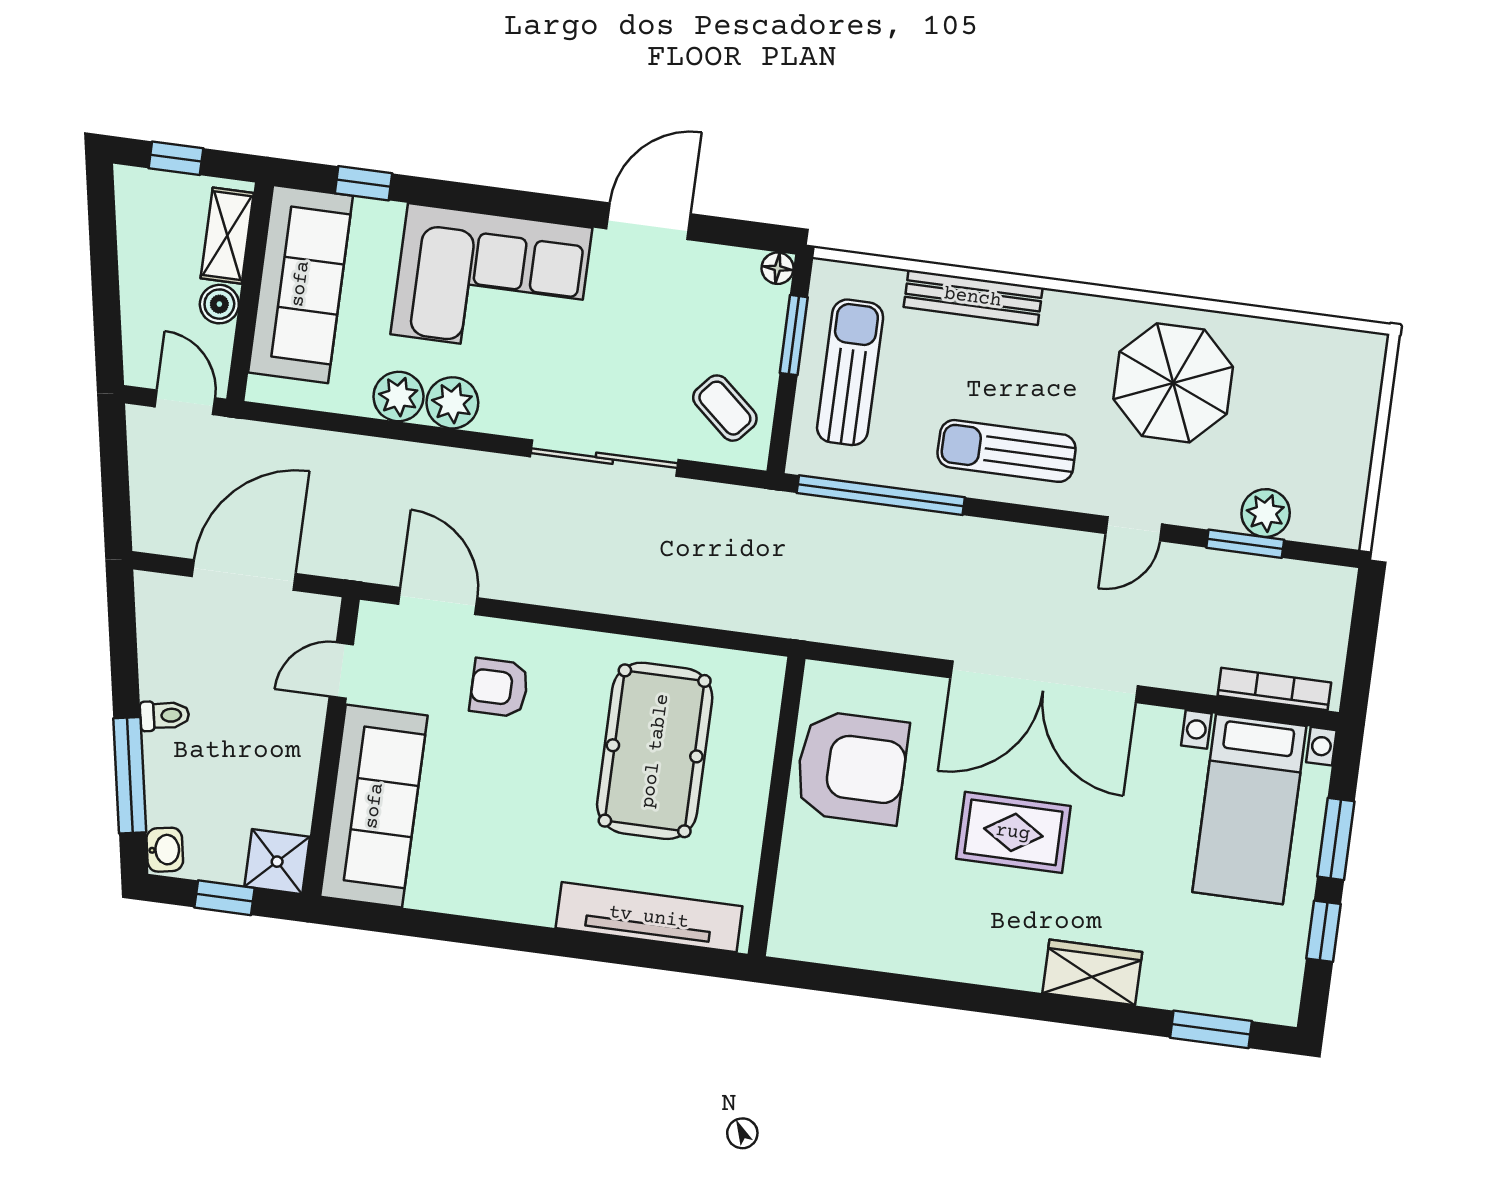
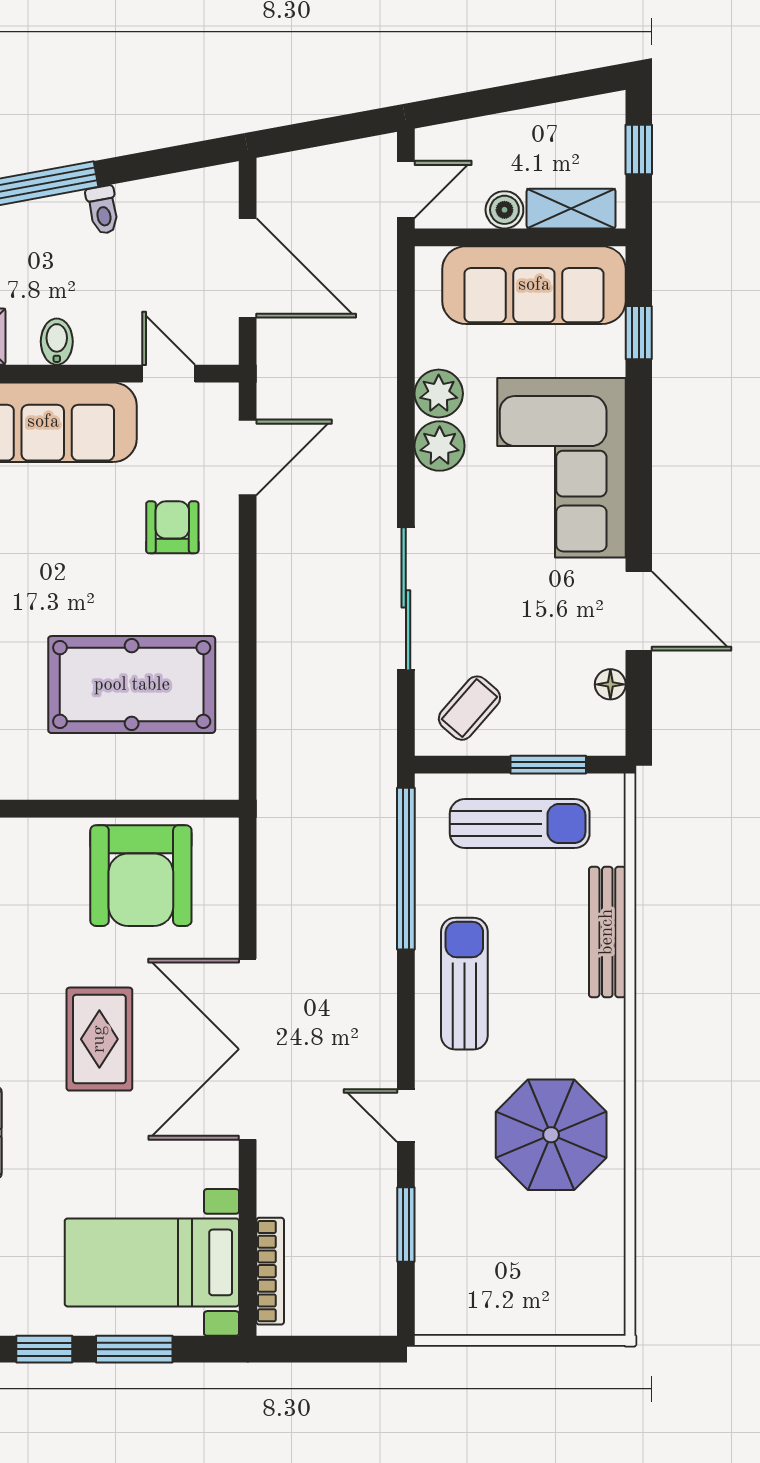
floor lamp: (777, 268) -> (610, 684), moved
plant: (1266, 513) -> (438, 1240), removed
bidet: (293, 781) -> (57, 342), added

